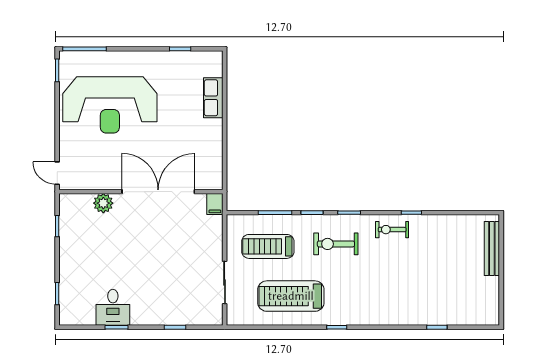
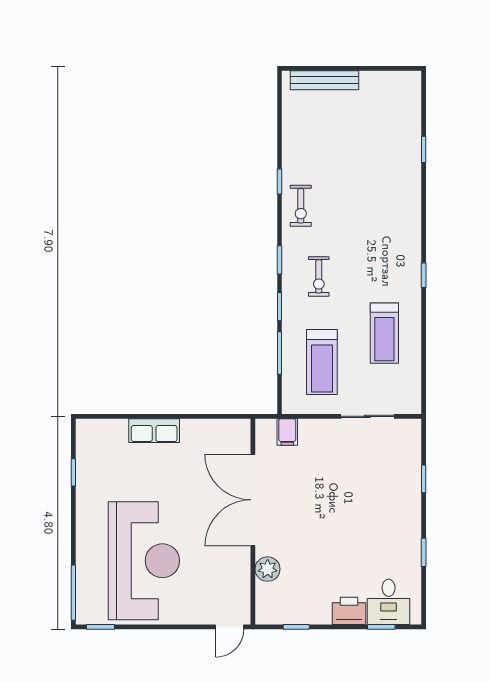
row of seats: (213, 98) -> (154, 431), moved
filing cabinet: (215, 204) -> (287, 432), moved, turned 90
exercise bike: (336, 244) -> (319, 276), width x0.73, depth x0.72
printer: (70, 268) -> (349, 611), added
treadmill: (291, 296) -> (384, 333), width x0.73, depth x0.73
desk: (113, 307) -> (389, 602), moved, turned 90

